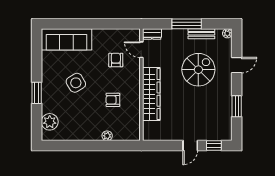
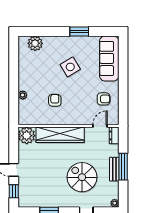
bench: (201, 34) -> (114, 169), moved
armchair: (116, 60) -> (104, 99), moved
spiral stairs: (198, 70) -> (82, 177), turned 180
window: (37, 93) -> (79, 32), moved
plant: (152, 131) -> (27, 136), added

